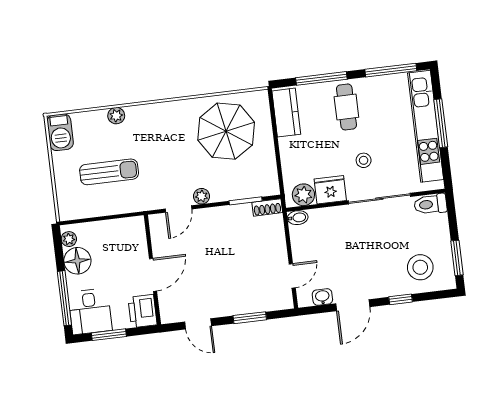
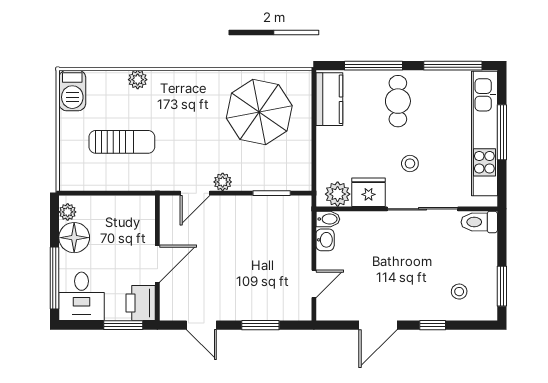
shoe rack: (267, 207) -> (295, 203), removed
stool: (420, 267) -> (459, 292), width x0.53, depth x0.53
washbasin: (322, 297) -> (325, 240), moved, turned 90
window: (109, 335) -> (123, 325), moved

